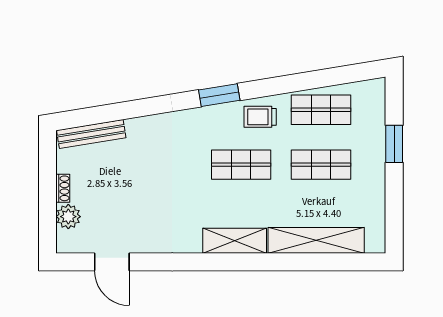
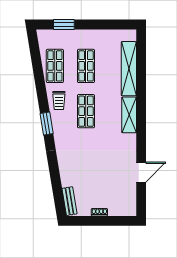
bench: (91, 134) -> (69, 201), width x0.73
window: (394, 144) -> (64, 25), moved
plant: (68, 217) -> (115, 209), removed
door: (112, 262) -> (141, 172), moved

